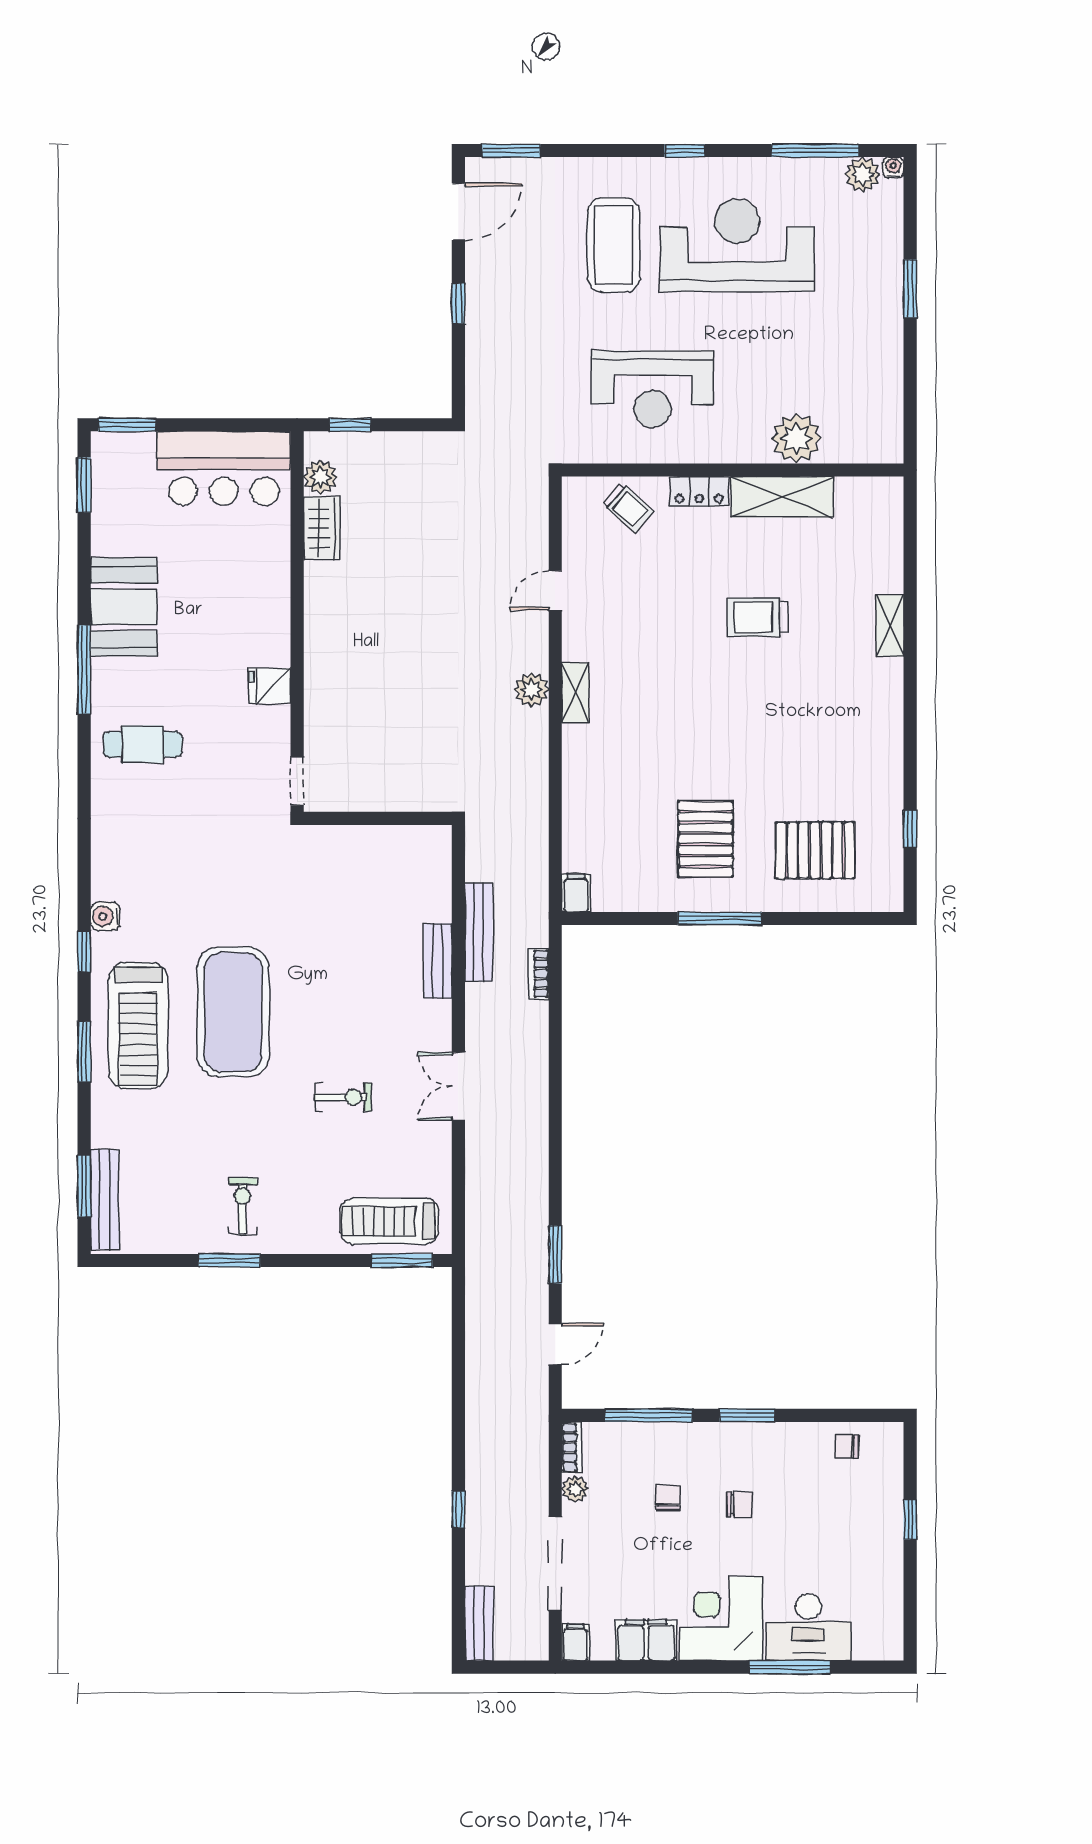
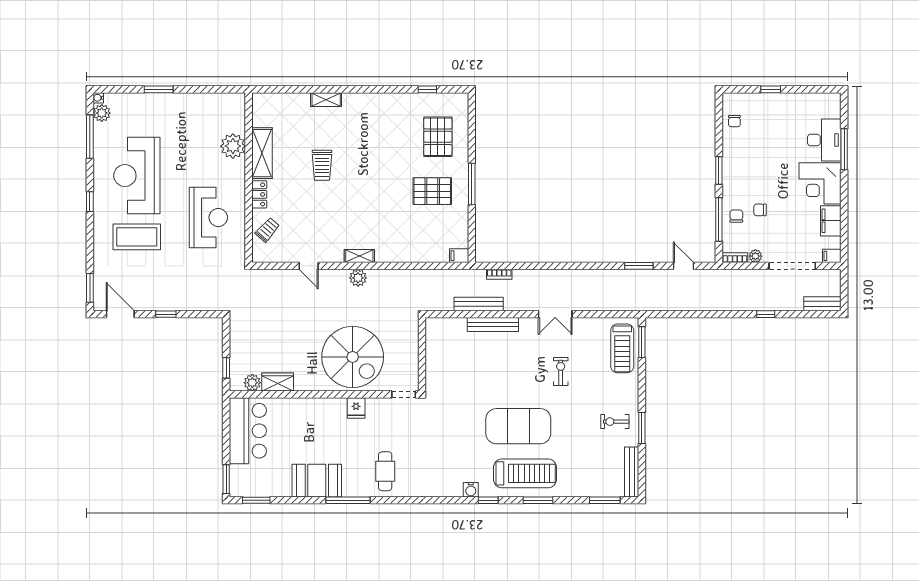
spiral stairs: (372, 679) -> (353, 357), added
bench: (438, 961) -> (493, 324), width x1.36
bench: (105, 1199) -> (632, 472), moved, turned 90
chair: (740, 1504) -> (736, 216), moved

